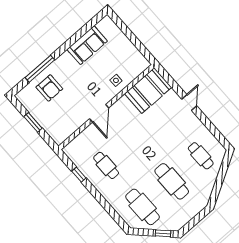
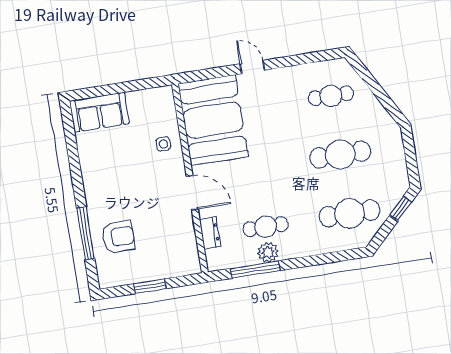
sofa: (87, 45) -> (99, 112), moved, turned 90
booth: (148, 91) -> (213, 120), width x1.36, depth x1.42
dresser: (83, 137) -> (210, 233), added
window: (79, 175) -> (255, 270), width x2.17
plant: (93, 176) -> (268, 252), added

